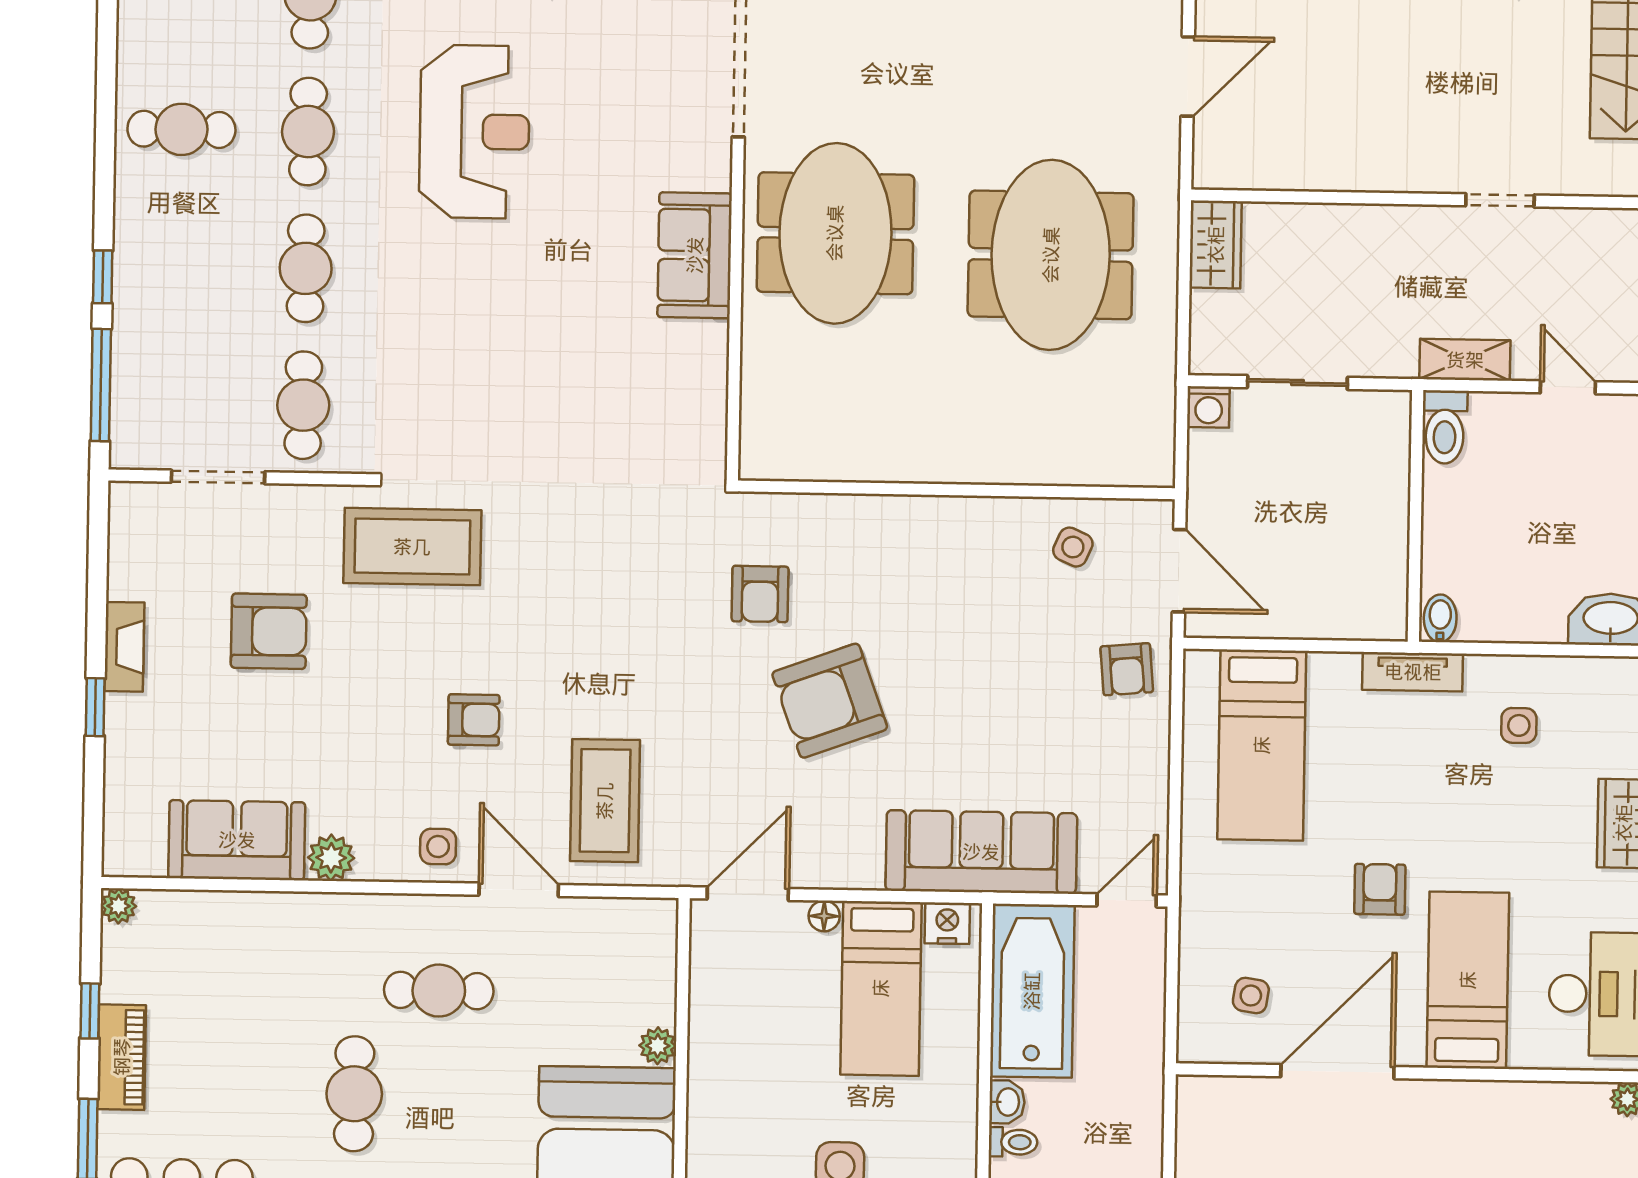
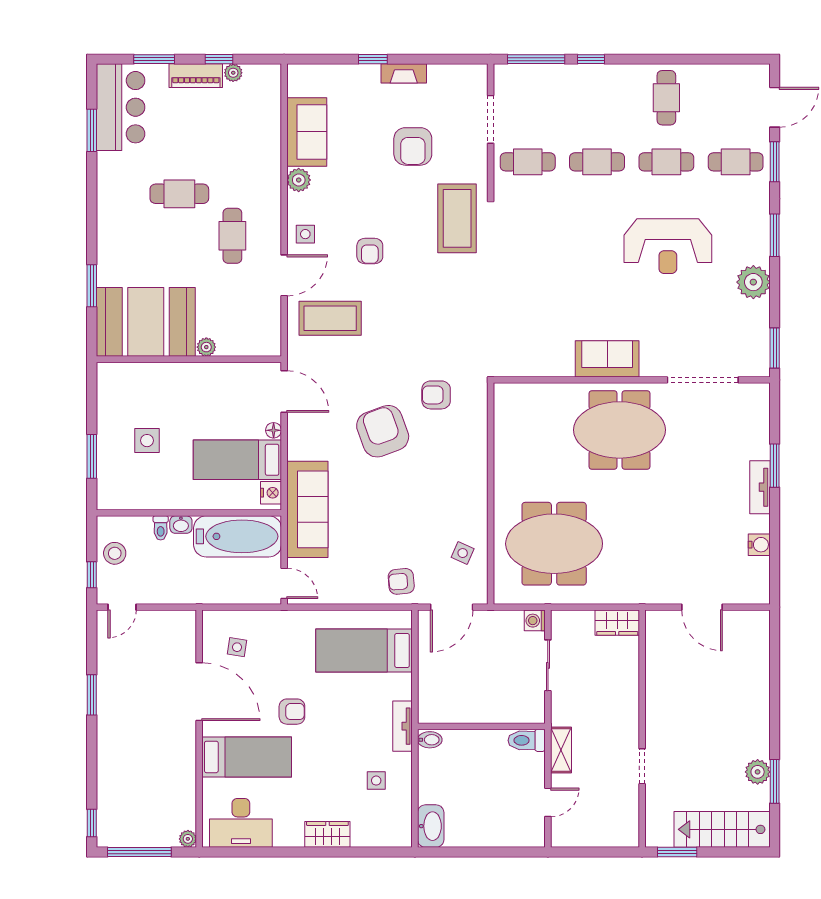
meeting table: (1051, 255) -> (554, 544), moved
plant: (119, 906) -> (233, 73), moved

